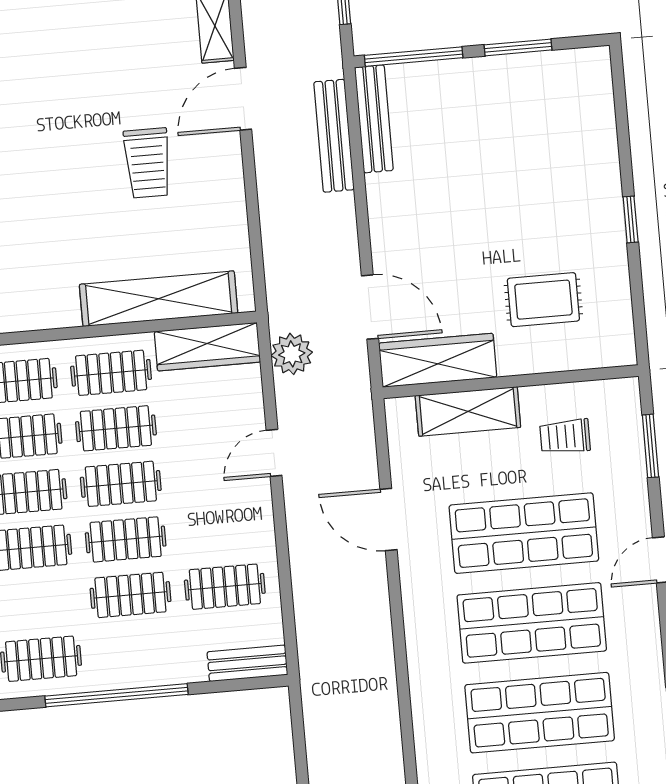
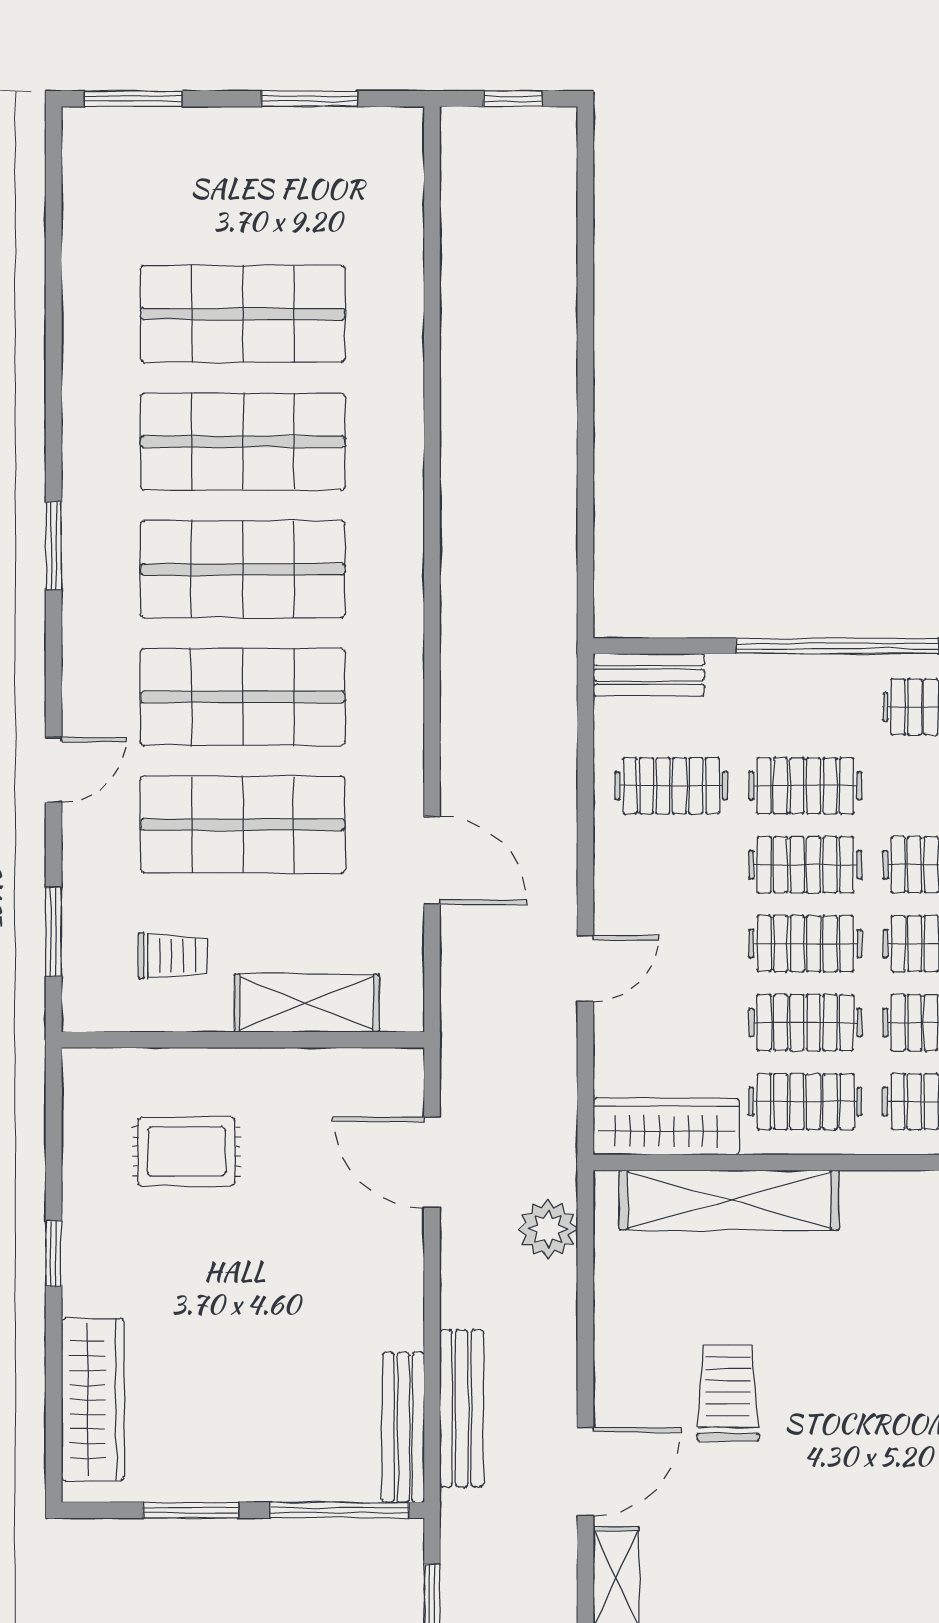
plant: (292, 354) -> (548, 1229), moved
wardrobe: (438, 360) -> (93, 1400), moved, turned -90

